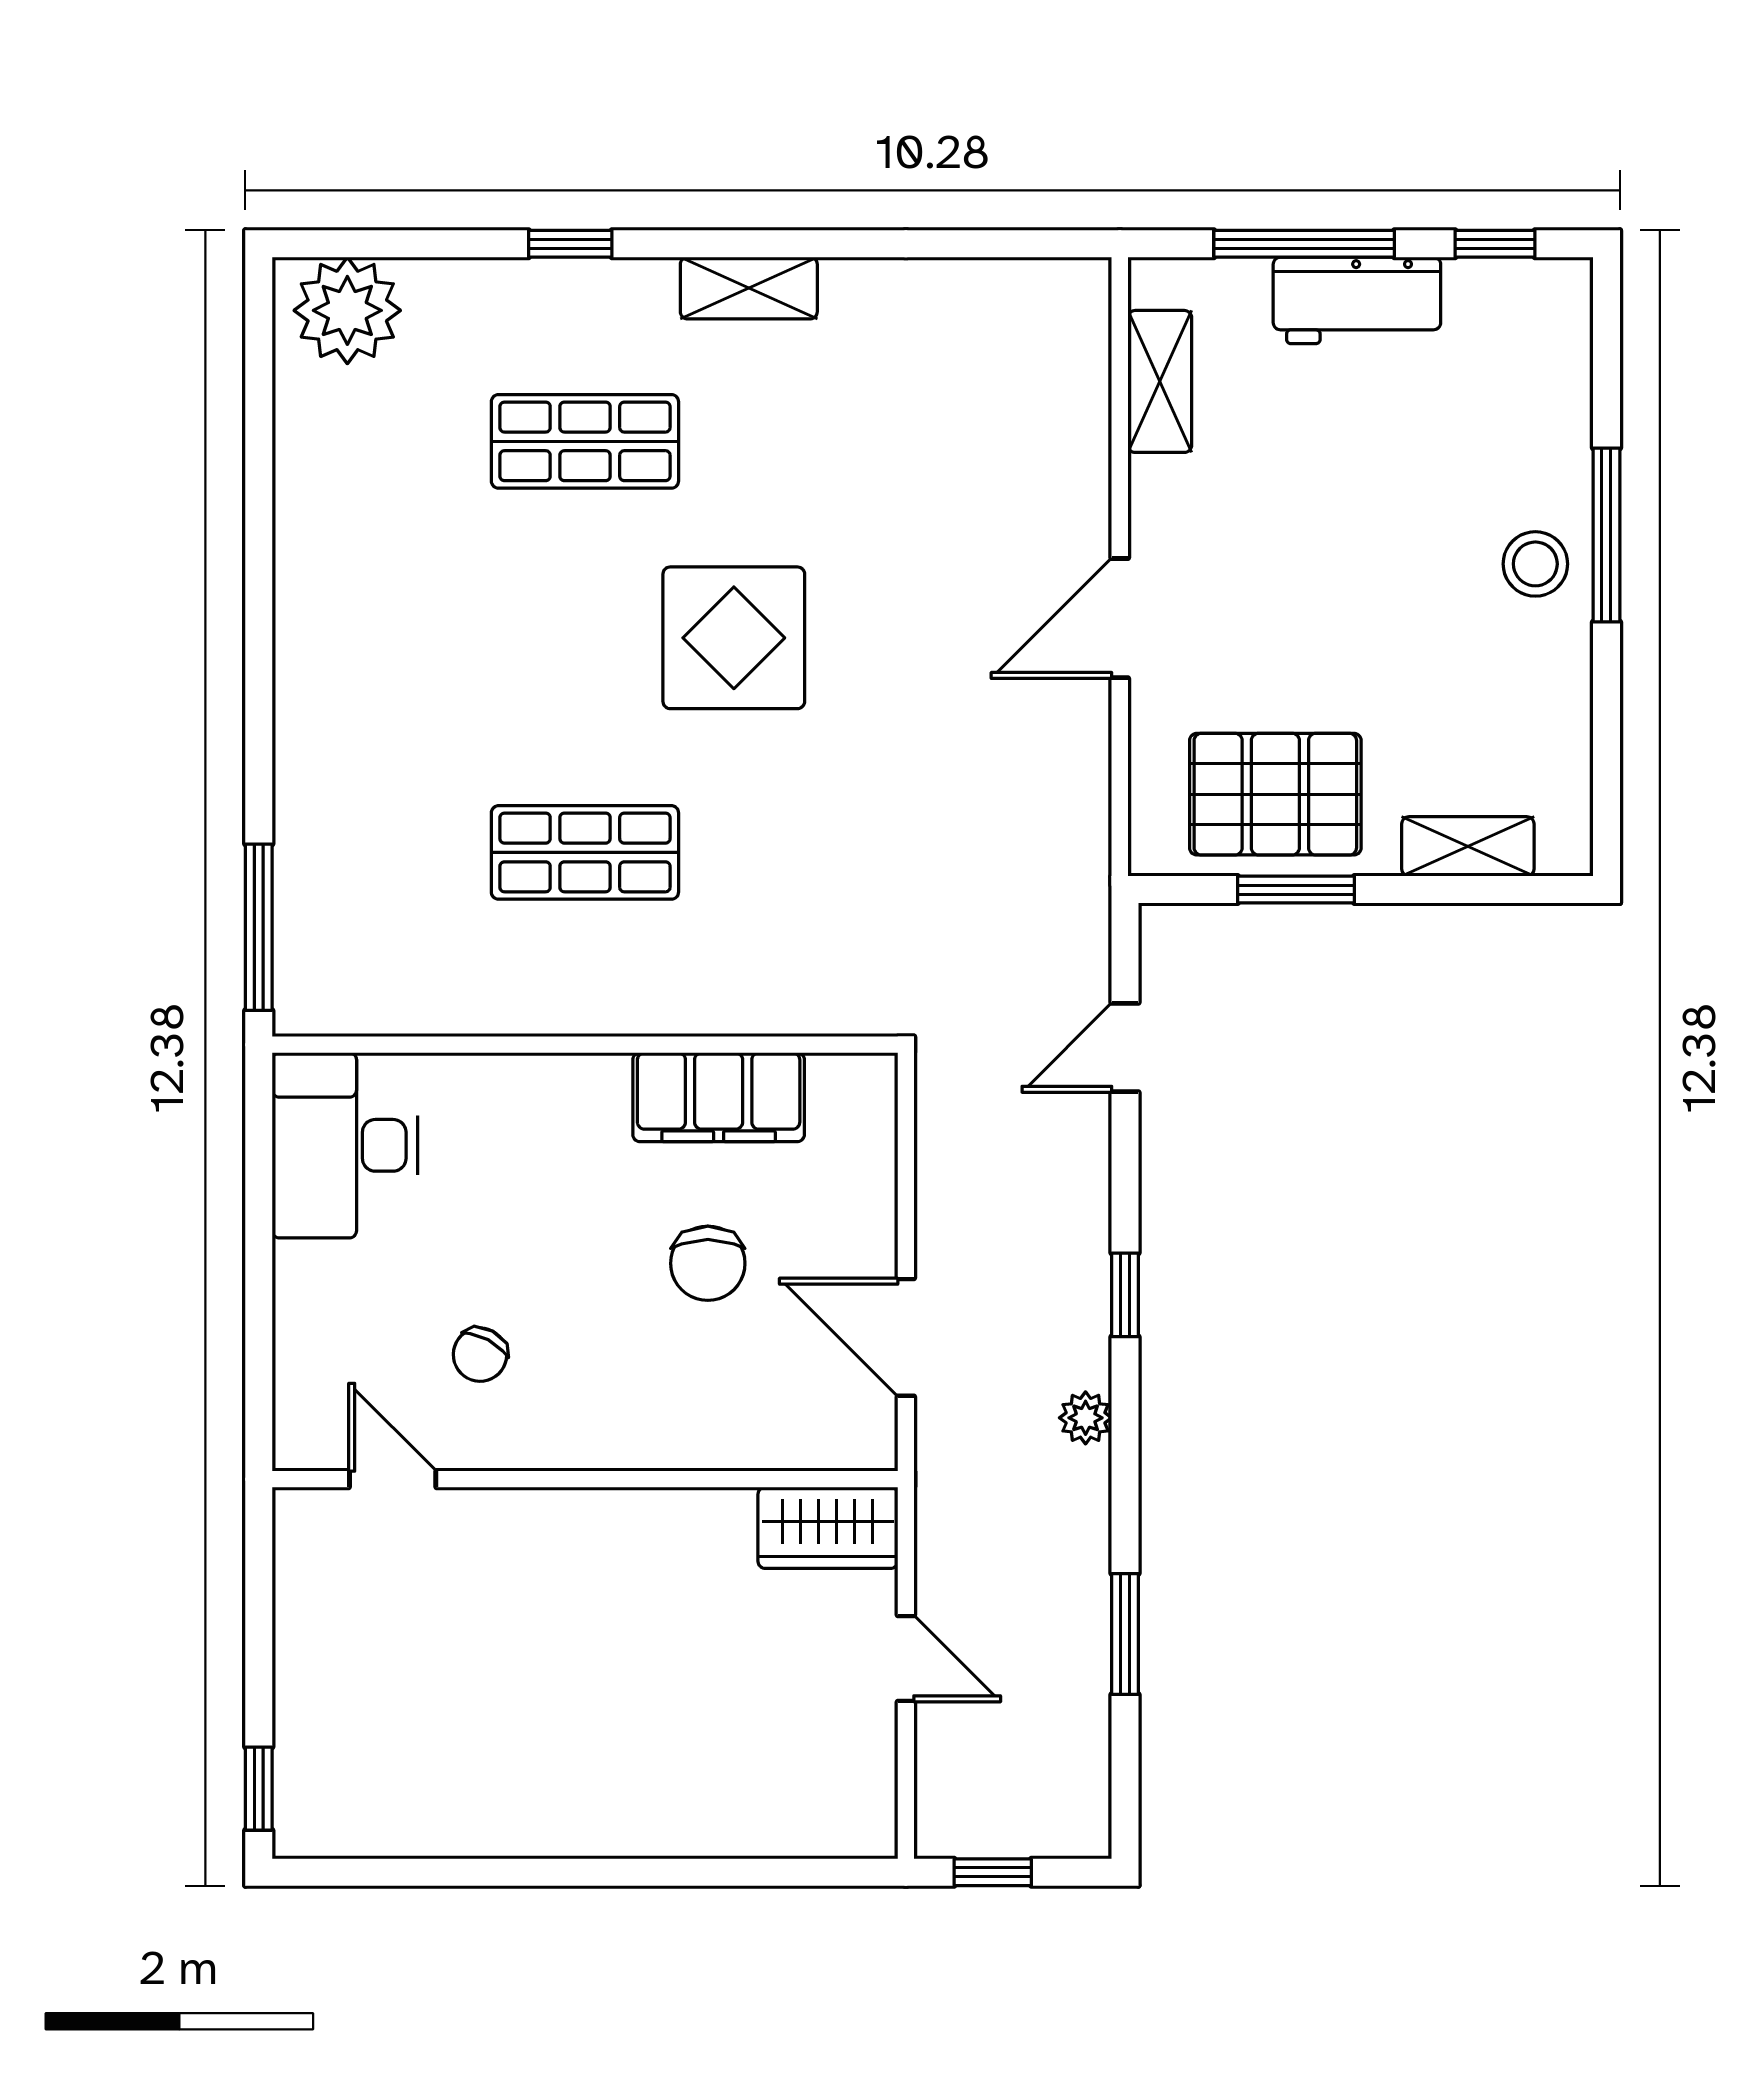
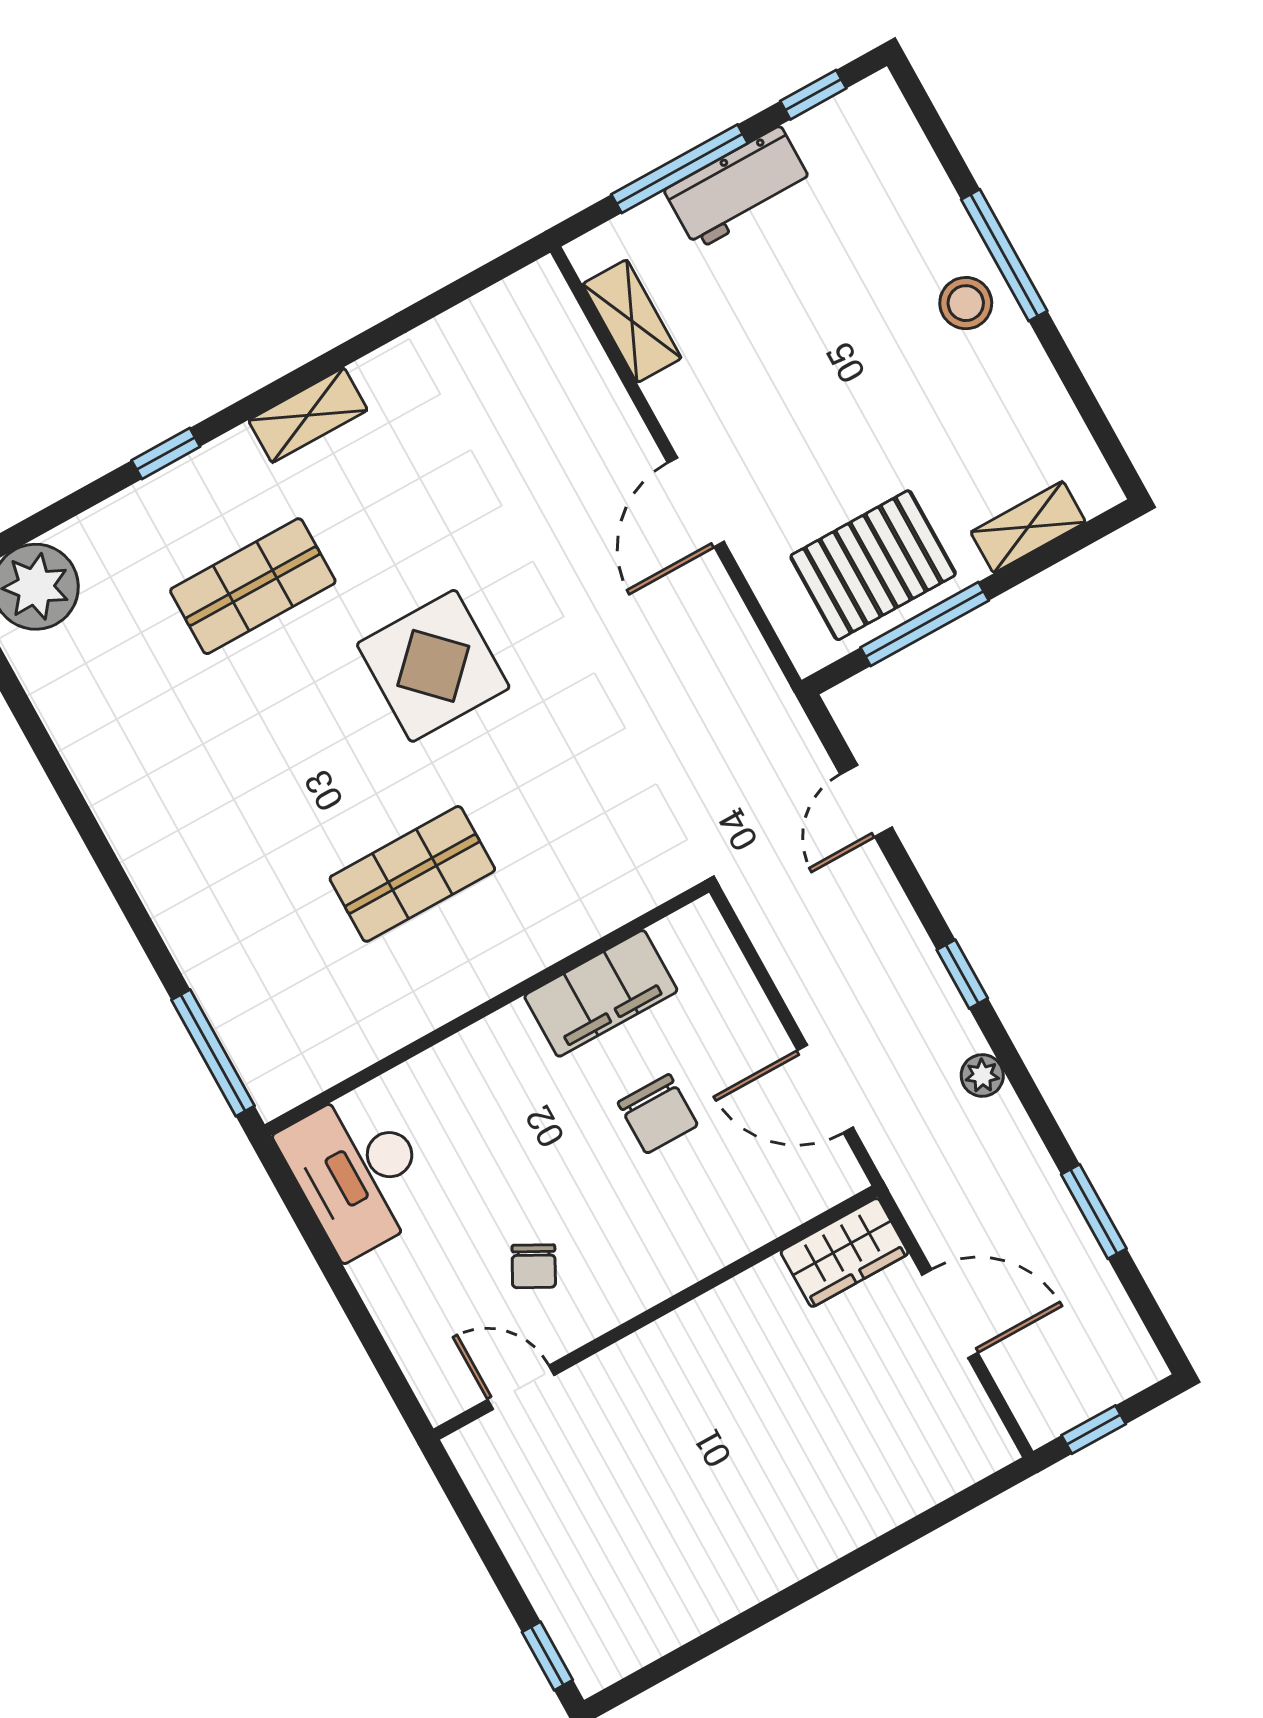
window: (1296, 890) -> (925, 624), width x1.44
door: (906, 1658) -> (950, 1314), width x1.38

